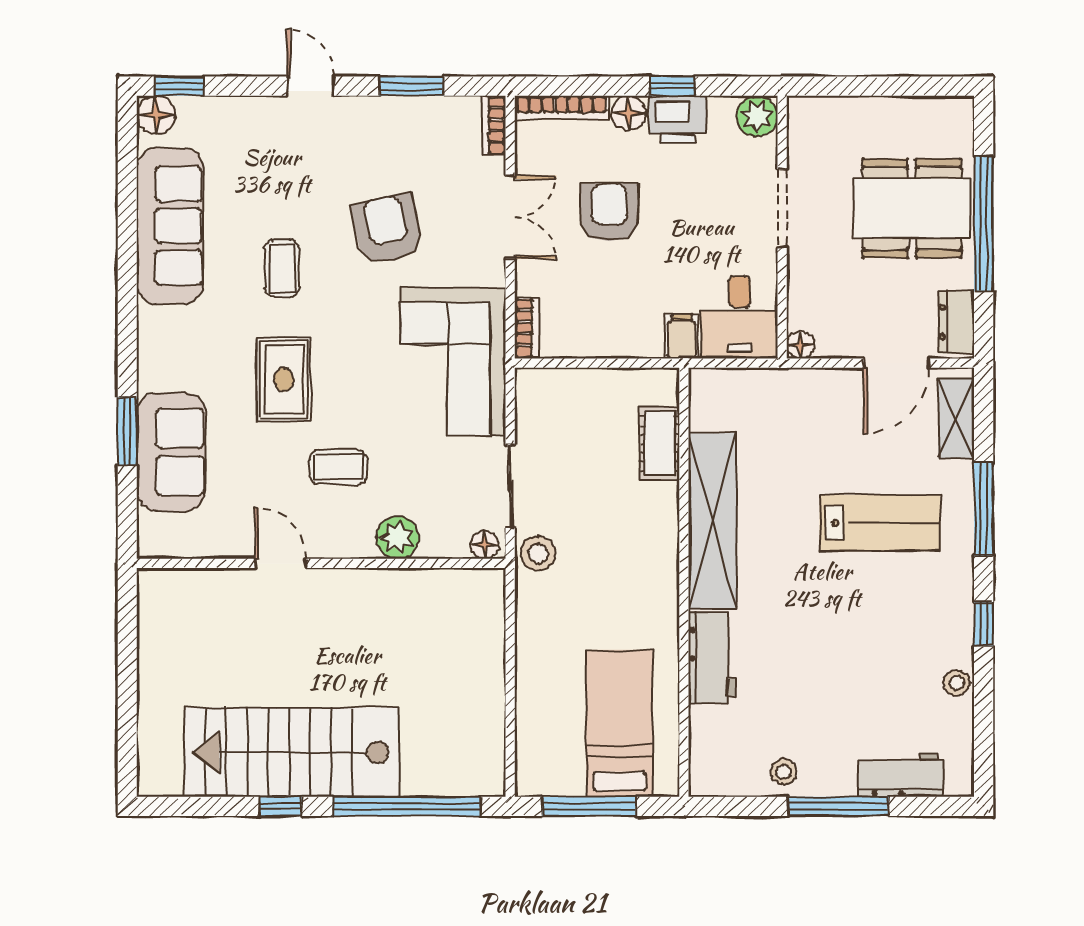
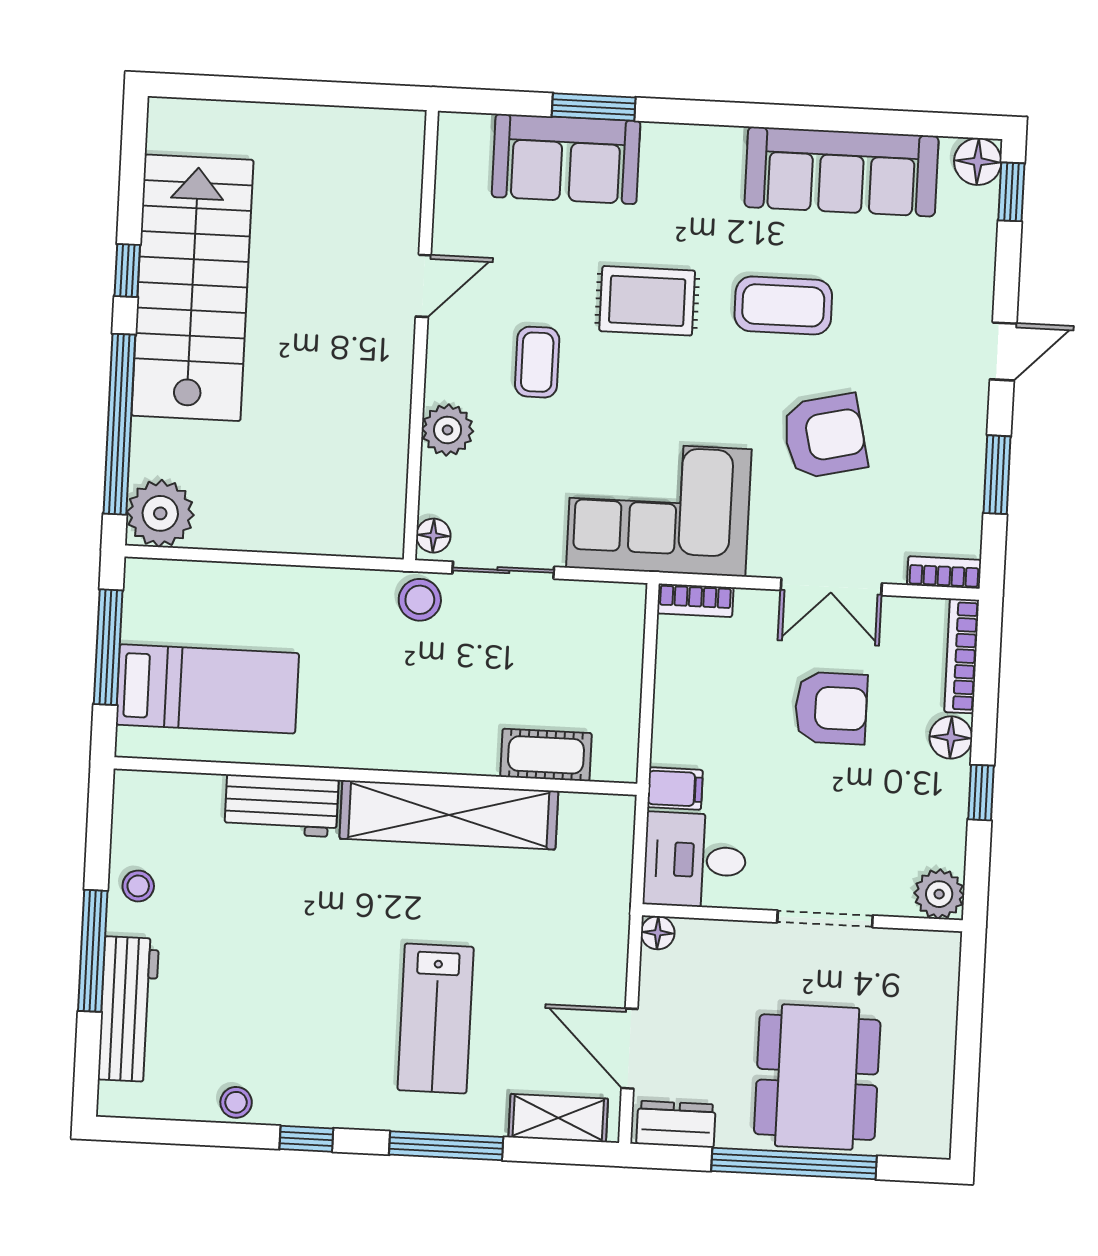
printer: (678, 119) -> (940, 797), removed
coffee table: (282, 268) -> (783, 305), width x1.36, depth x1.30
plant: (478, 769) -> (160, 513), added
workbench: (901, 775) -> (128, 1009), width x1.38

